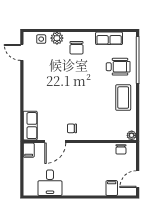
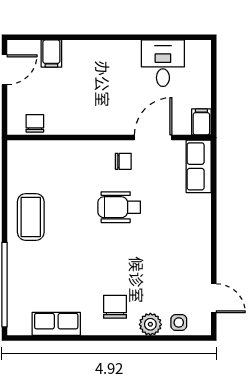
wheelchair: (118, 67) -> (119, 207), moved
plant: (132, 135) -> (16, 149), removed

